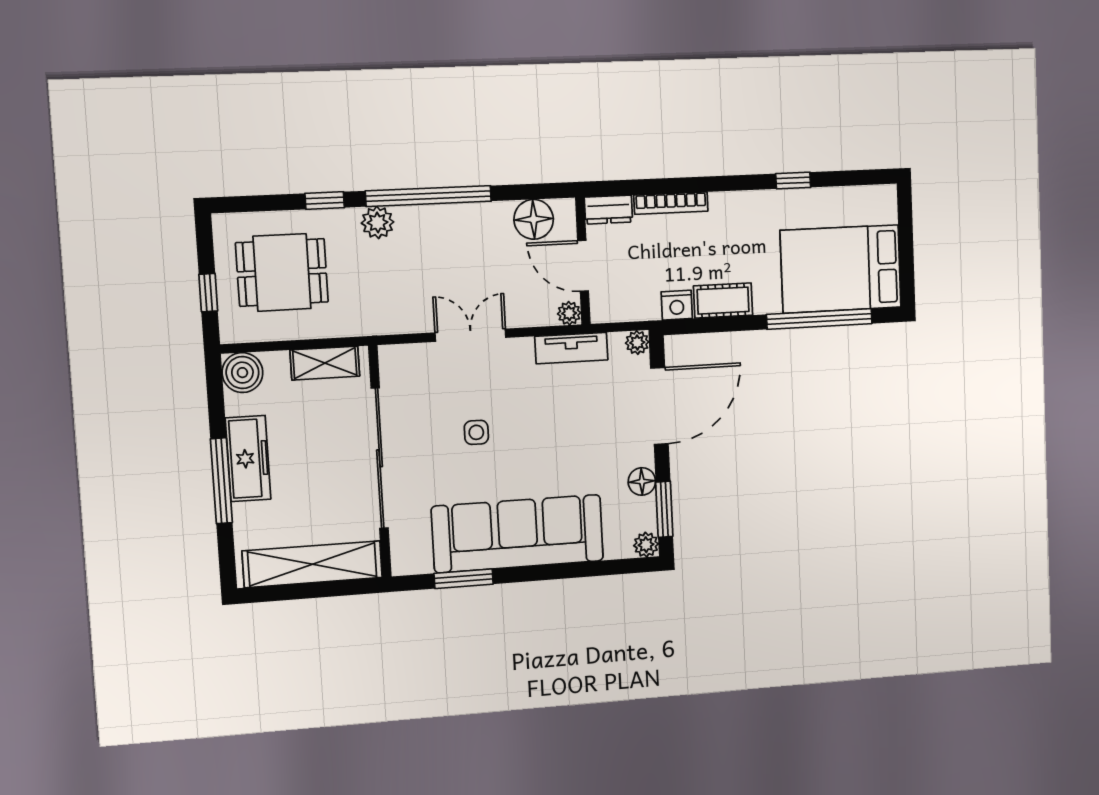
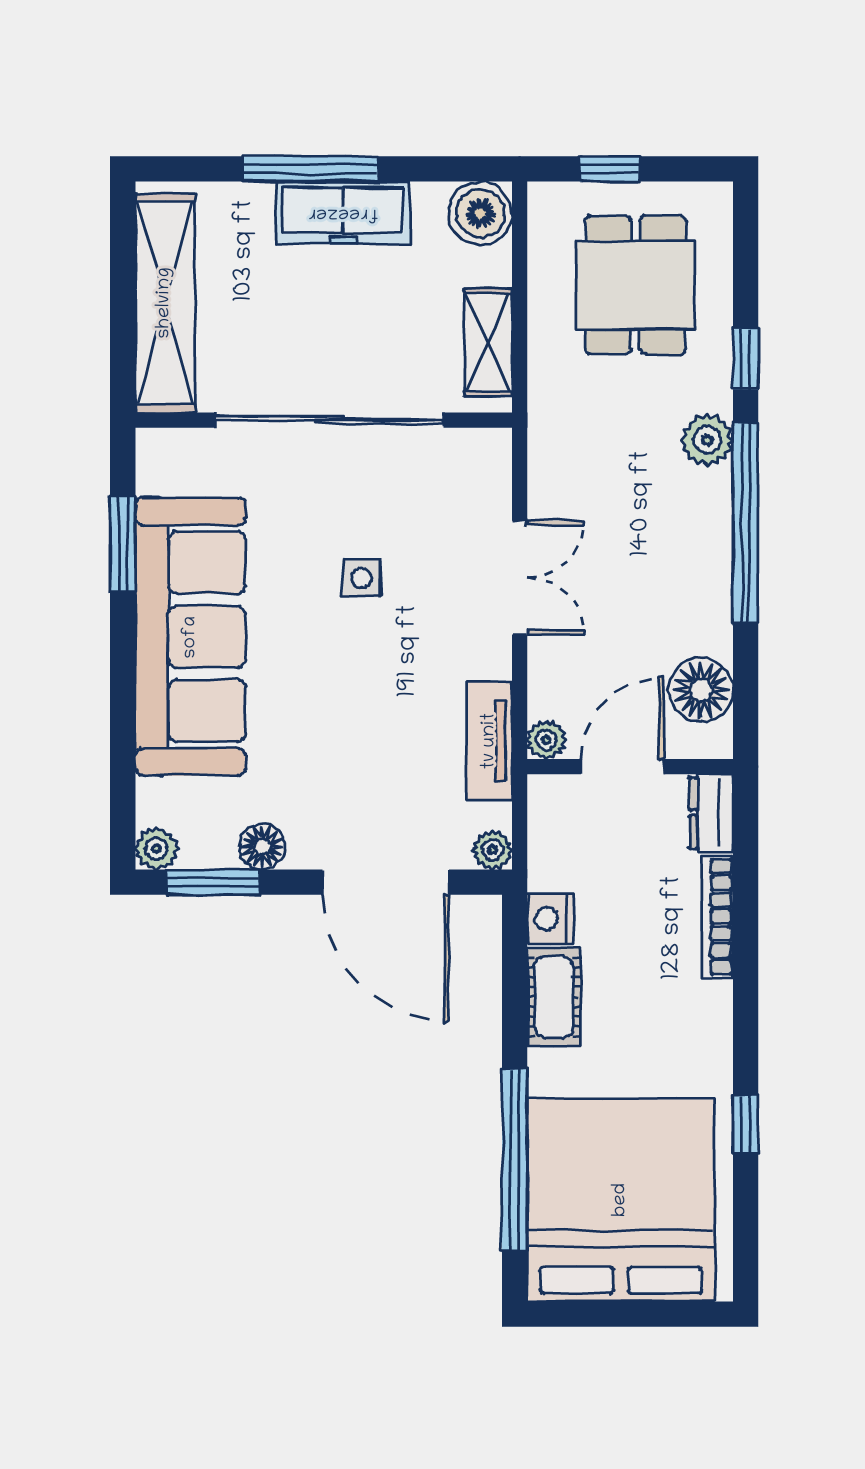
bed: (841, 269) -> (621, 1200), width x1.36

